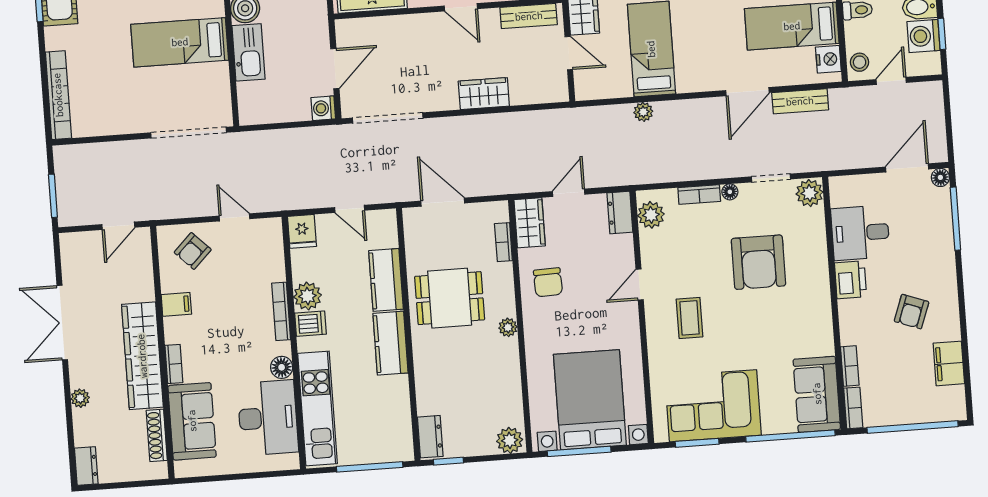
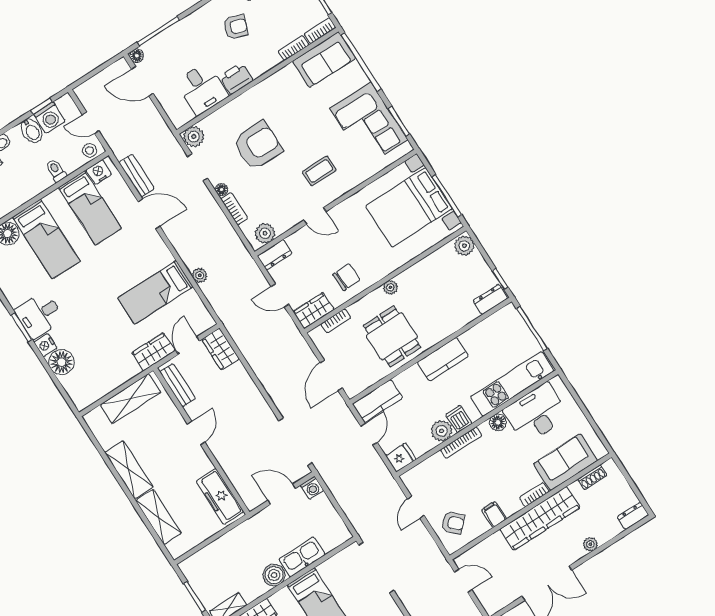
wardrobe: (484, 94) -> (220, 349), moved
kitchen counter: (386, 280) -> (377, 401), moved
shoe rack: (157, 435) -> (592, 477), width x0.70

